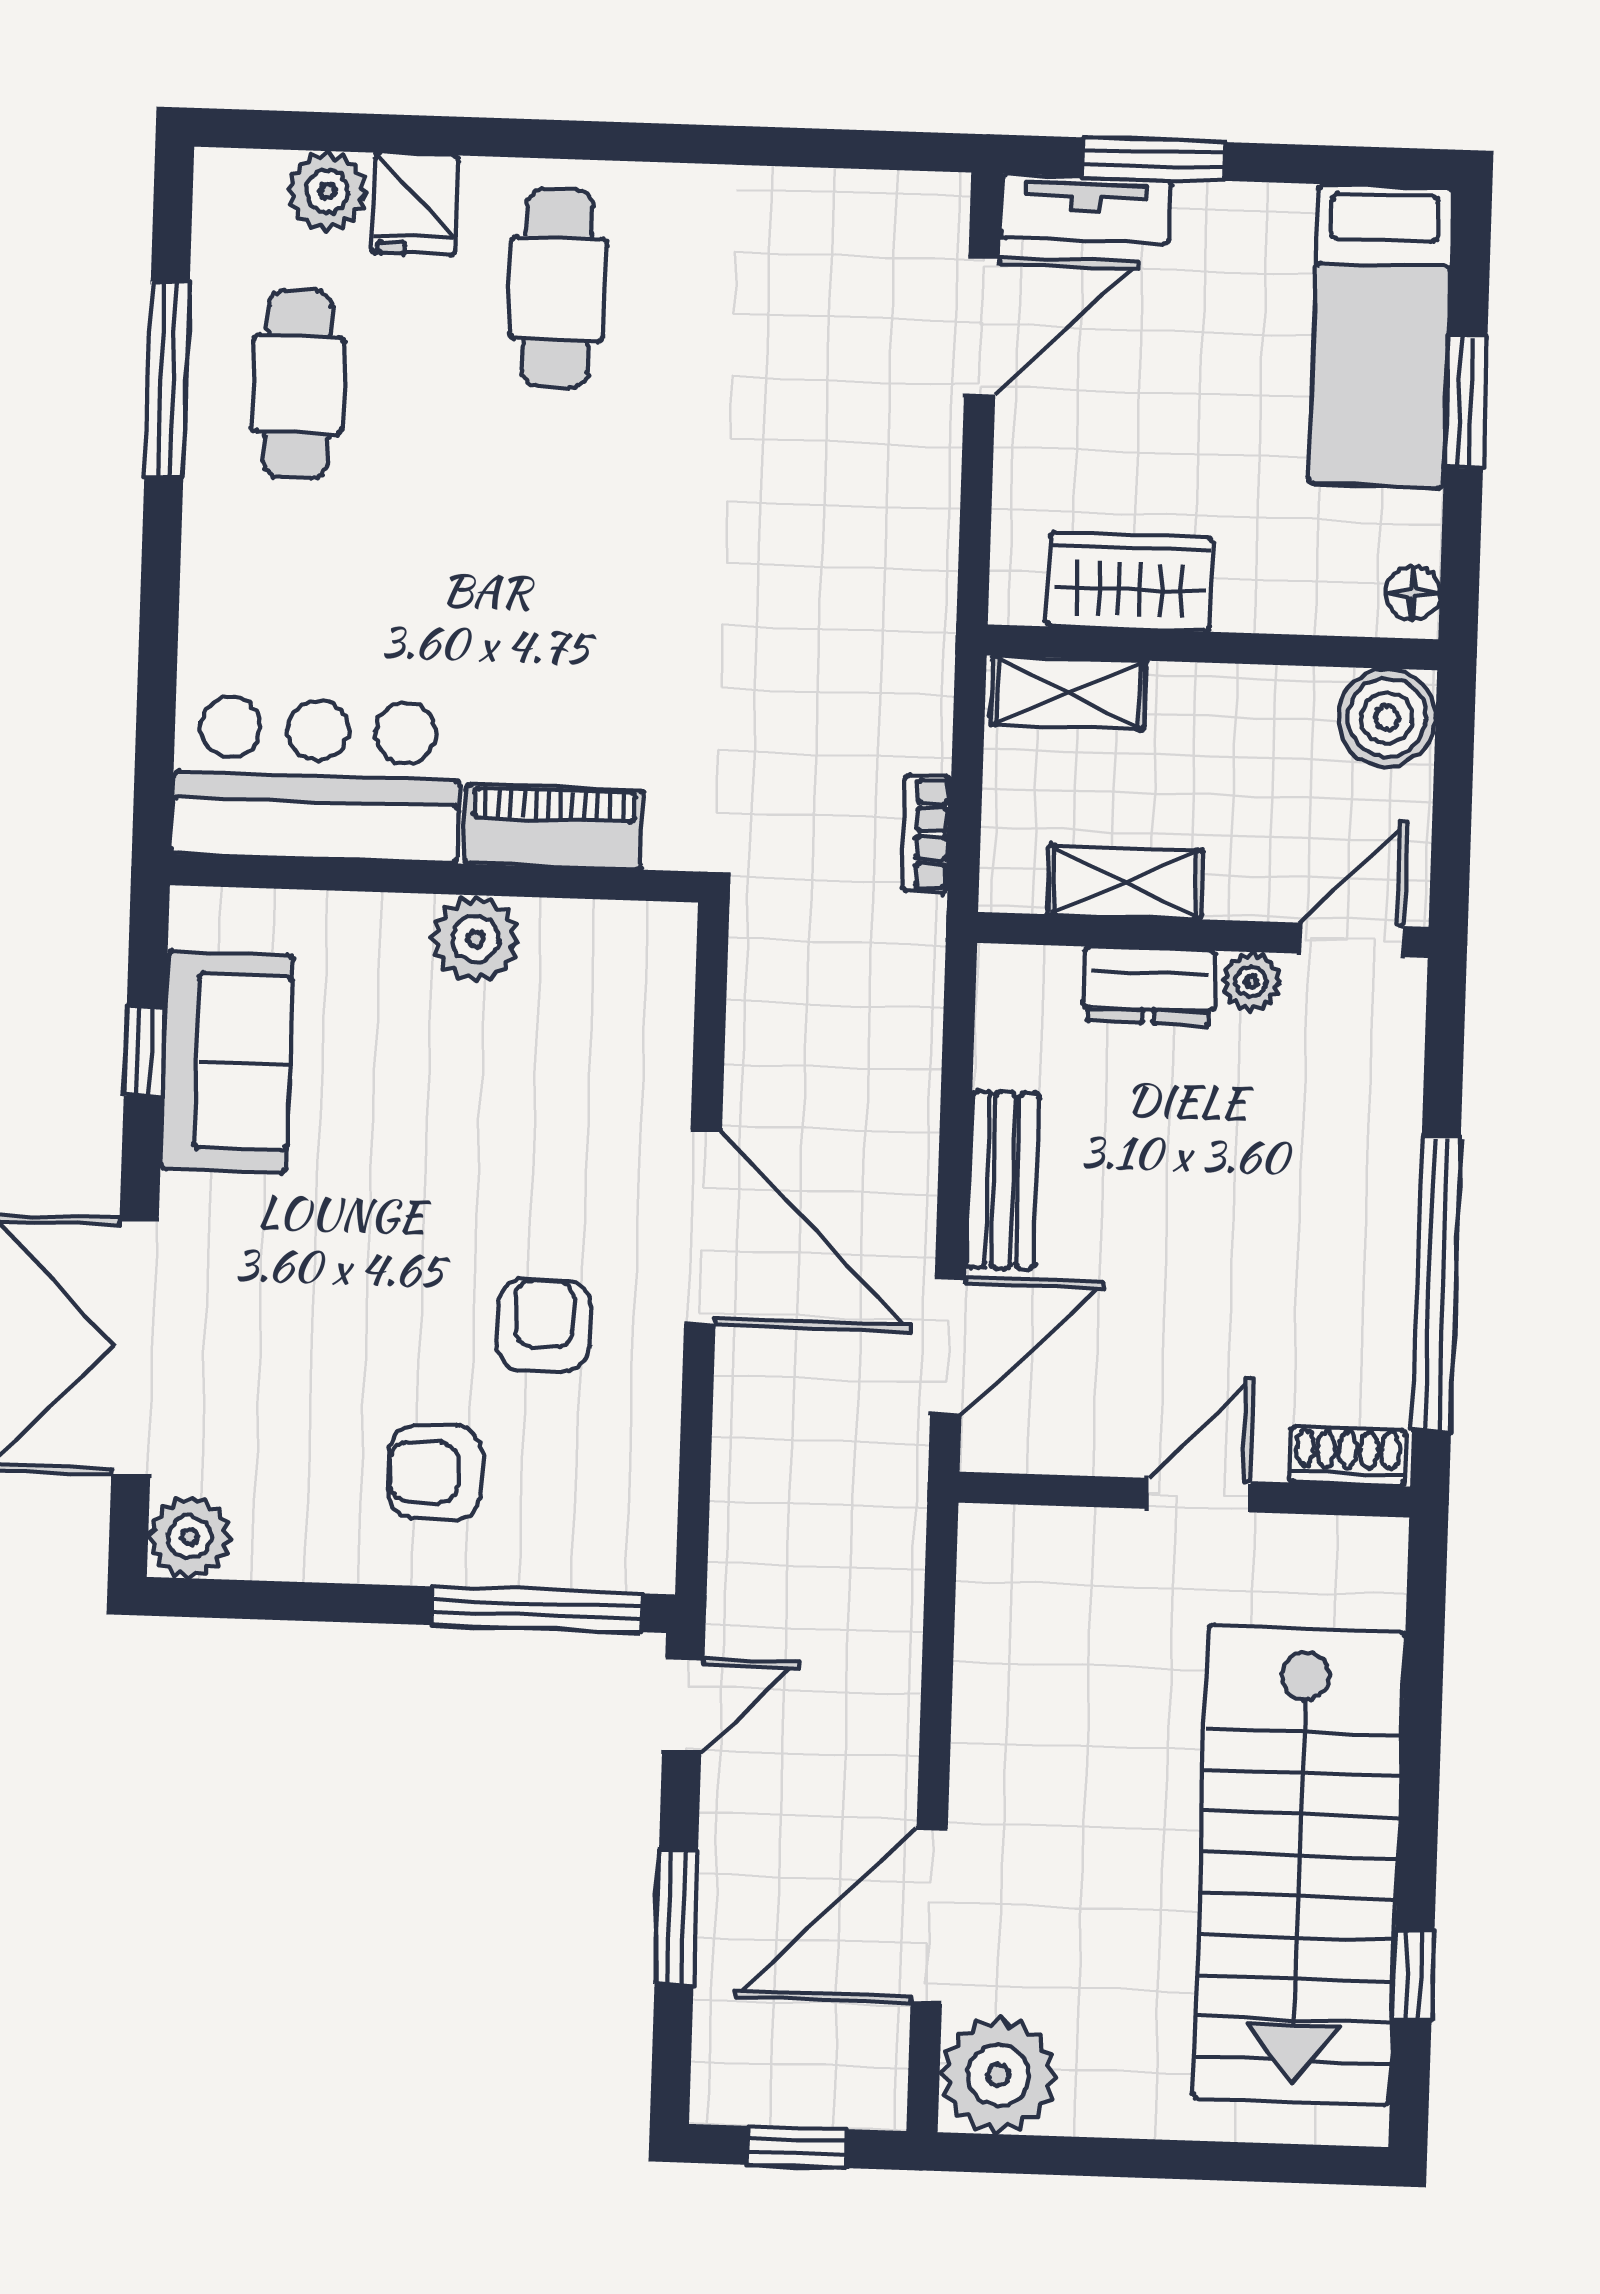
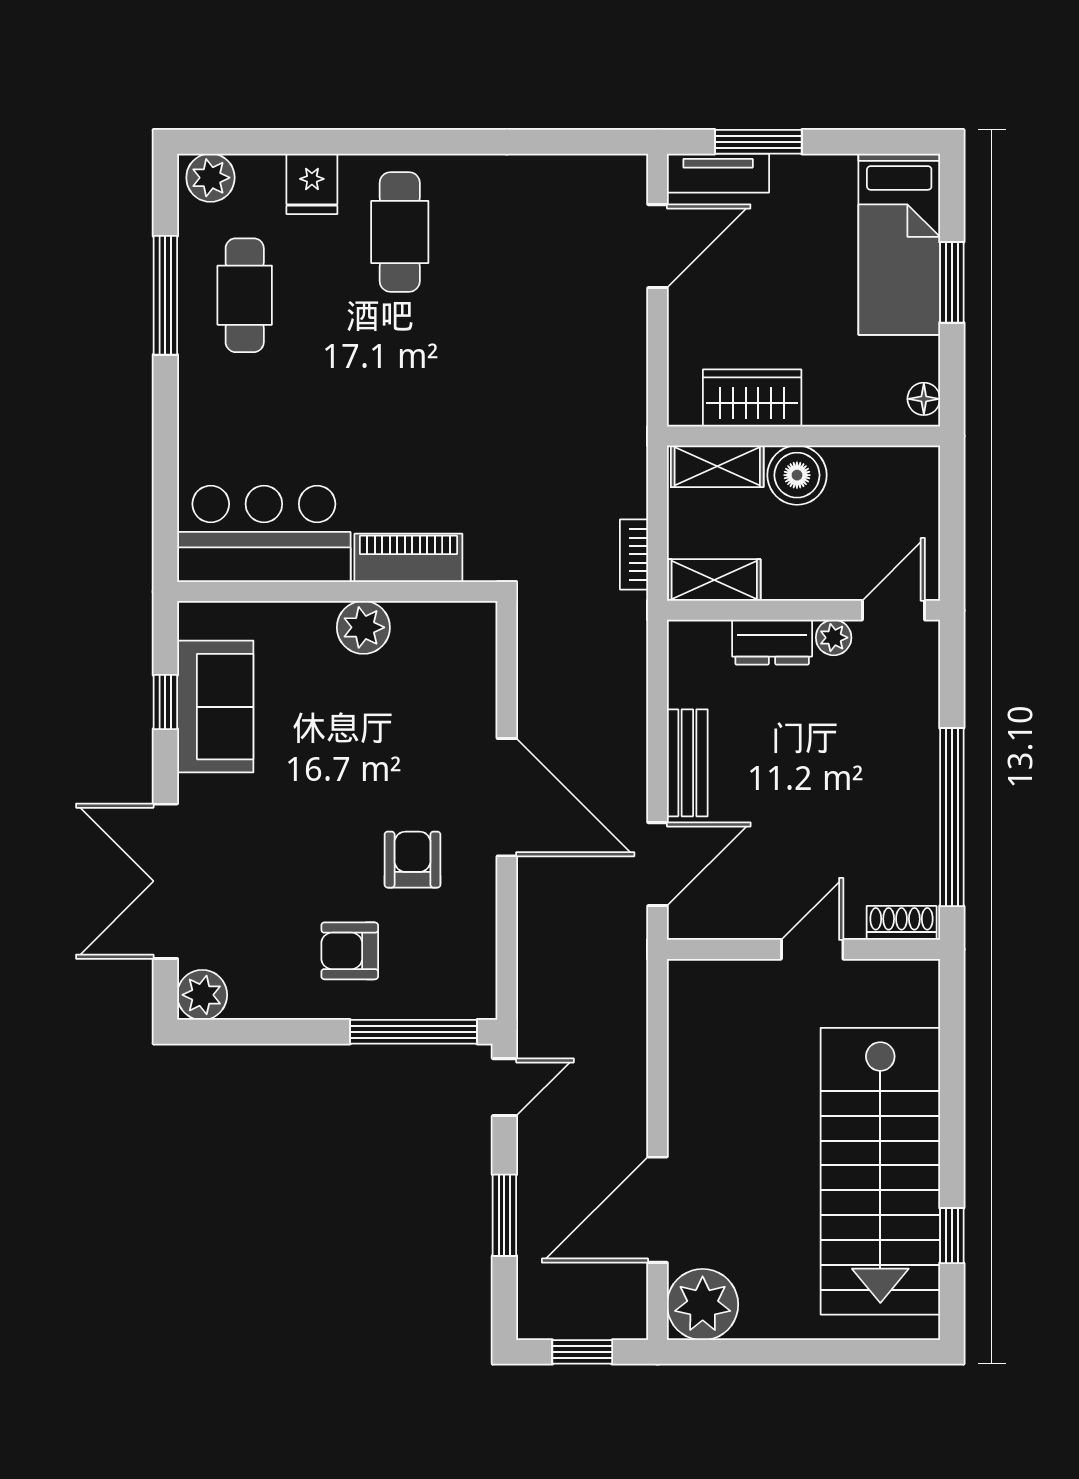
plant: (327, 191) -> (210, 178), moved
boiler: (1387, 718) -> (797, 475), moved
shelving: (1125, 882) -> (714, 580), moved

